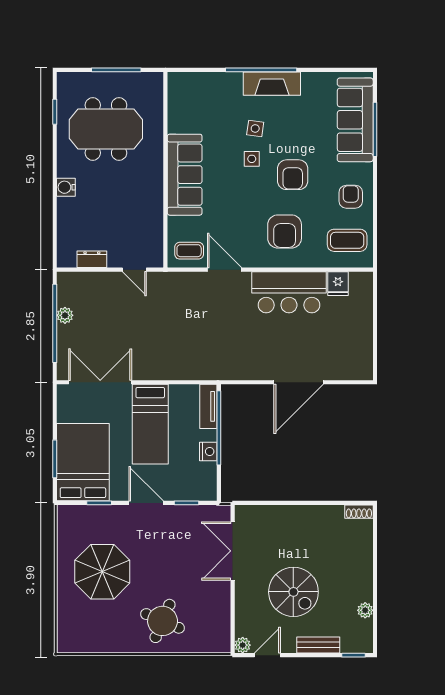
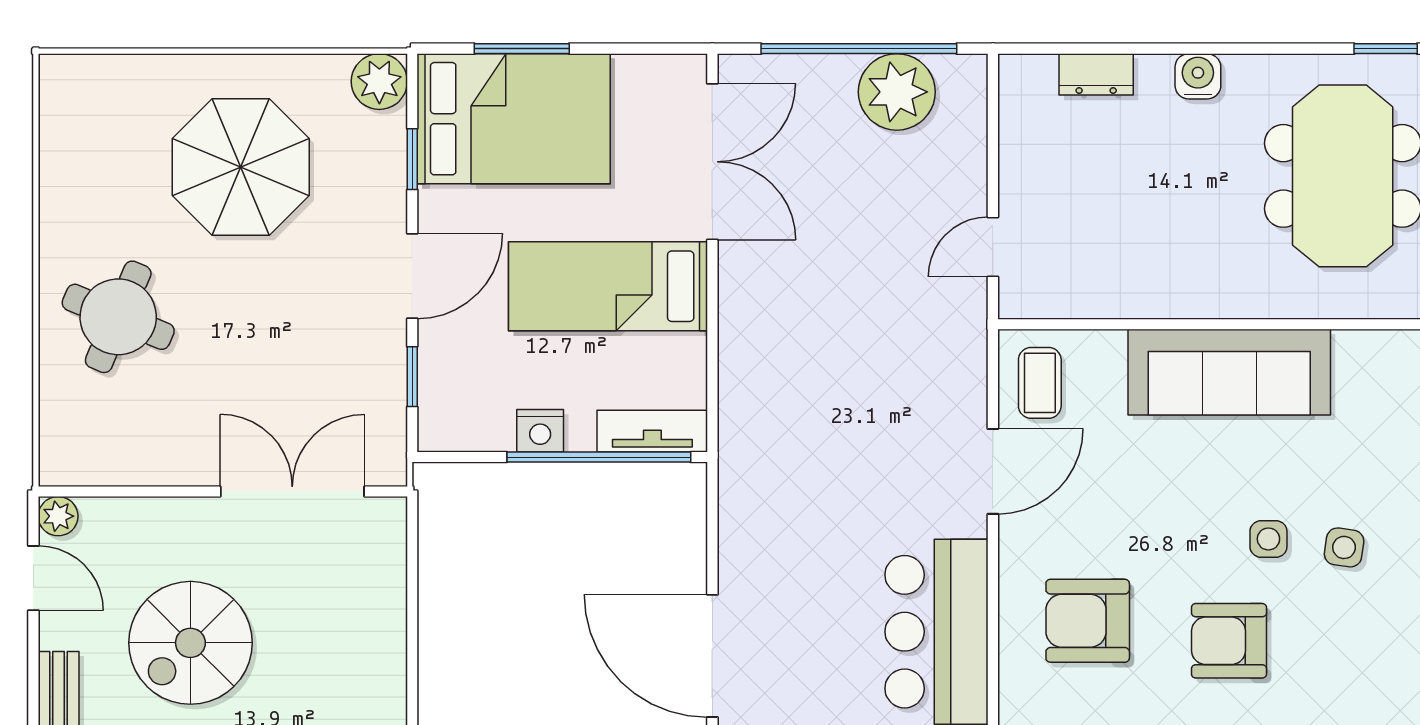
dresser: (92, 259) -> (1096, 74), moved, turned 90
plant: (65, 315) -> (897, 92), width x1.88, depth x1.88
plant: (68, 516) -> (379, 82), added

